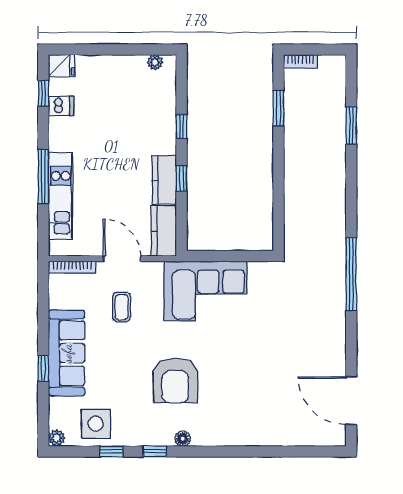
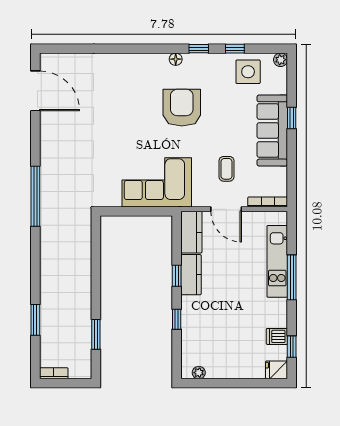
bookcase: (301, 61) -> (54, 373), moved

